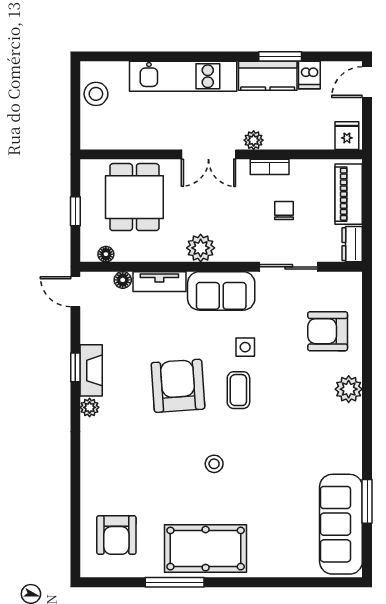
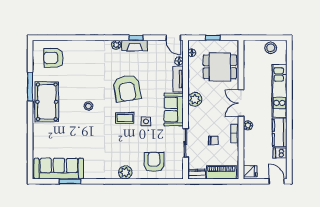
window: (280, 56) -> (289, 139), removed
door: (75, 292) -> (173, 38), swing flipped
armchair: (178, 386) -> (127, 88), turned 85

